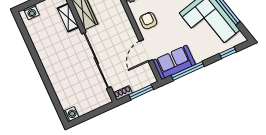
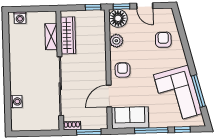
window: (188, 71) -> (151, 130), moved
washing machine: (71, 114) -> (16, 102), moved

